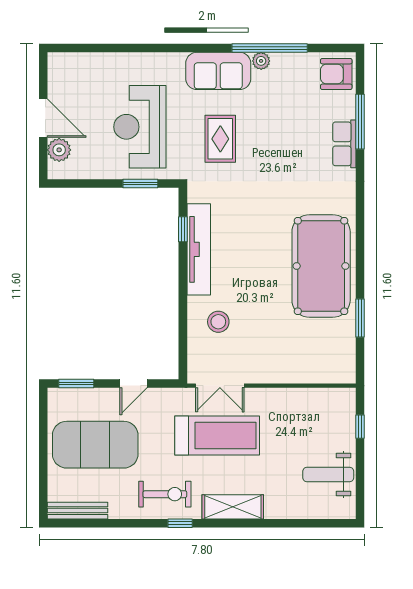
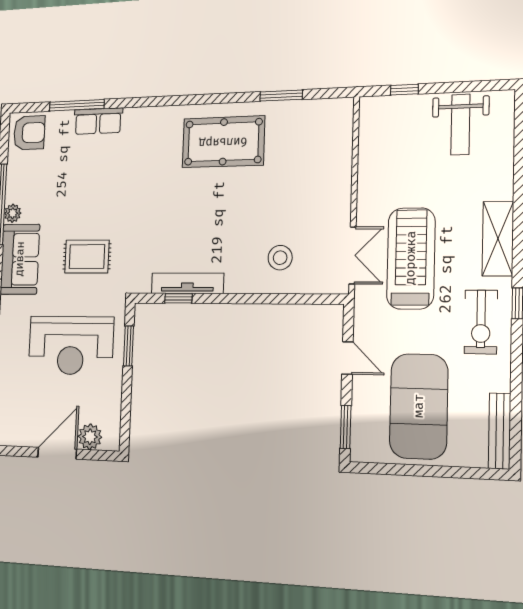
armchair: (336, 74) -> (29, 133), turned -90
tv unit: (199, 249) -> (187, 283), width x0.73, depth x0.78
pool table: (321, 266) -> (223, 142), width x0.73, depth x0.76
exercise bike: (165, 494) -> (481, 322), turned 180

